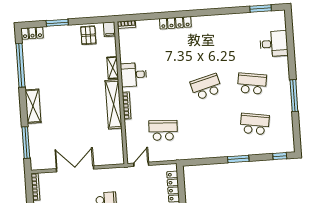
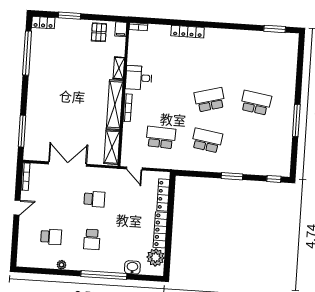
desk: (274, 44) -> (283, 66), removed
shelving: (33, 106) -> (112, 147), moved
school desk: (255, 124) -> (207, 140), moved
door: (141, 164) -> (134, 168), swing flipped

